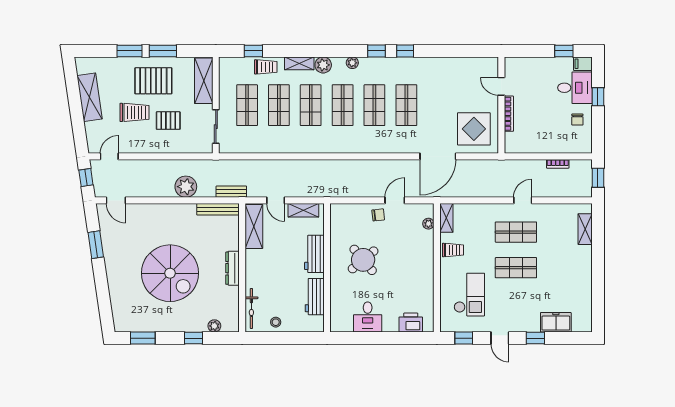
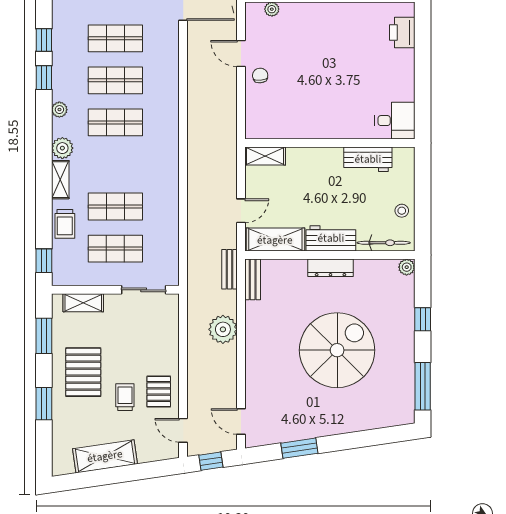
window: (163, 51) -> (44, 336), moved
window: (253, 51) -> (44, 261), moved
trolley: (266, 67) -> (65, 224), turned 180
shelving: (204, 81) -> (83, 303), width x0.67, depth x0.75
shop shelf: (311, 105) -> (115, 164), removed
trolley: (134, 112) -> (125, 397), width x0.73, depth x0.72
pallet: (168, 121) -> (159, 392), moved
door: (116, 200) -> (241, 422), swing flipped
bench: (218, 209) -> (253, 279), width x0.73
shelving: (303, 210) -> (265, 156), moved, turned 90
workbench: (314, 254) -> (331, 238), moved, turned 180
round table: (363, 260) -> (320, 95), removed
desk: (368, 317) -> (395, 121), moved
plant: (214, 326) -> (407, 267), moved
window: (143, 338) -> (423, 386), width x1.44

